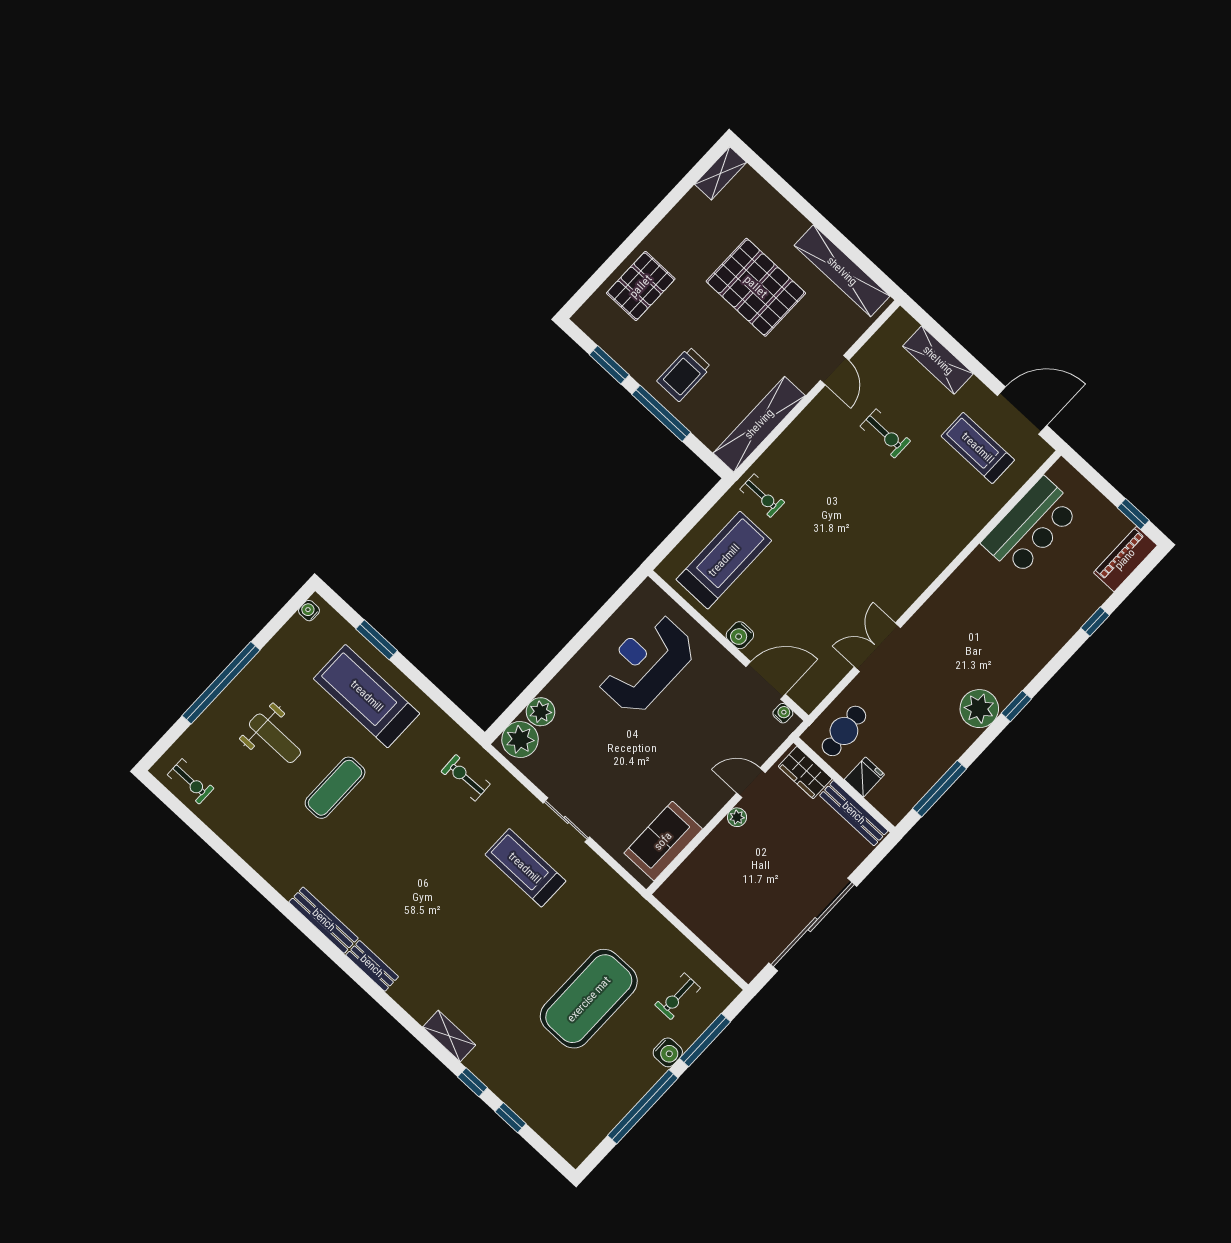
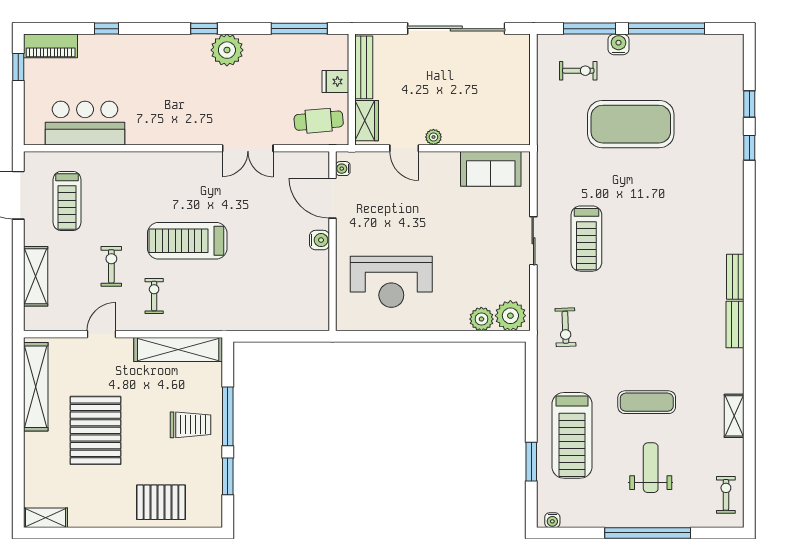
exercise bike: (762, 496) -> (154, 296), moved
treadmill: (724, 560) -> (187, 241), moved
bench: (324, 920) -> (735, 324), width x0.73
shelving: (449, 1036) -> (734, 416), moved

